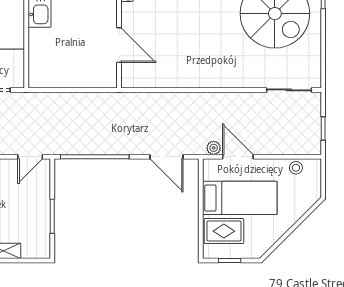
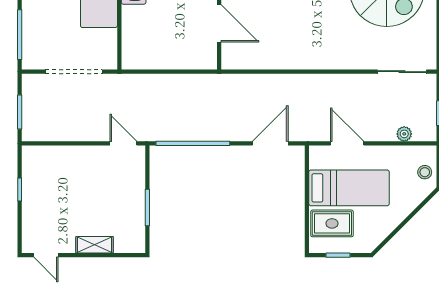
plant: (214, 148) -> (404, 134), moved
door: (30, 157) -> (123, 143), swing flipped
door: (167, 157) -> (270, 143), swing flipped
stool: (296, 168) -> (425, 172), moved

